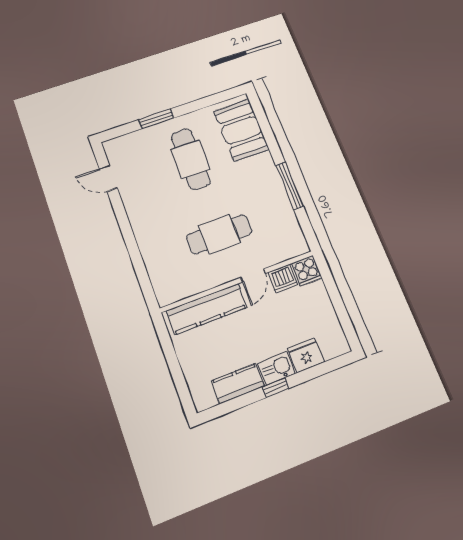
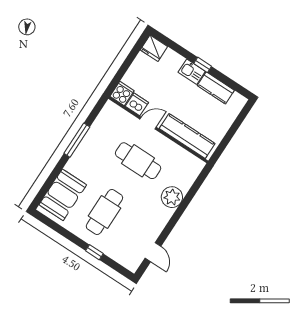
window: (156, 119) -> (94, 252), width x0.67
plant: (152, 242) -> (172, 197), added
fridge: (306, 355) -> (154, 48), moved

